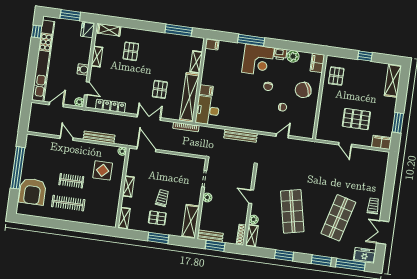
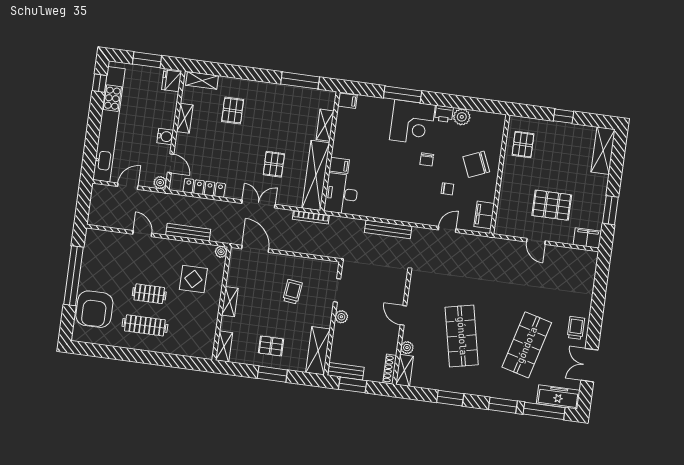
filing cabinet: (317, 63) -> (484, 215), moved
trolley: (162, 198) -> (293, 292), moved
freezer: (365, 255) -> (558, 397), width x1.40

